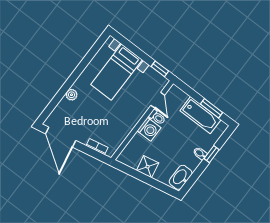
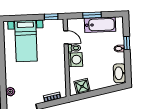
plant: (72, 95) -> (10, 92), moved
window: (212, 108) -> (92, 15), moved
shower: (148, 167) -> (82, 86), moved

